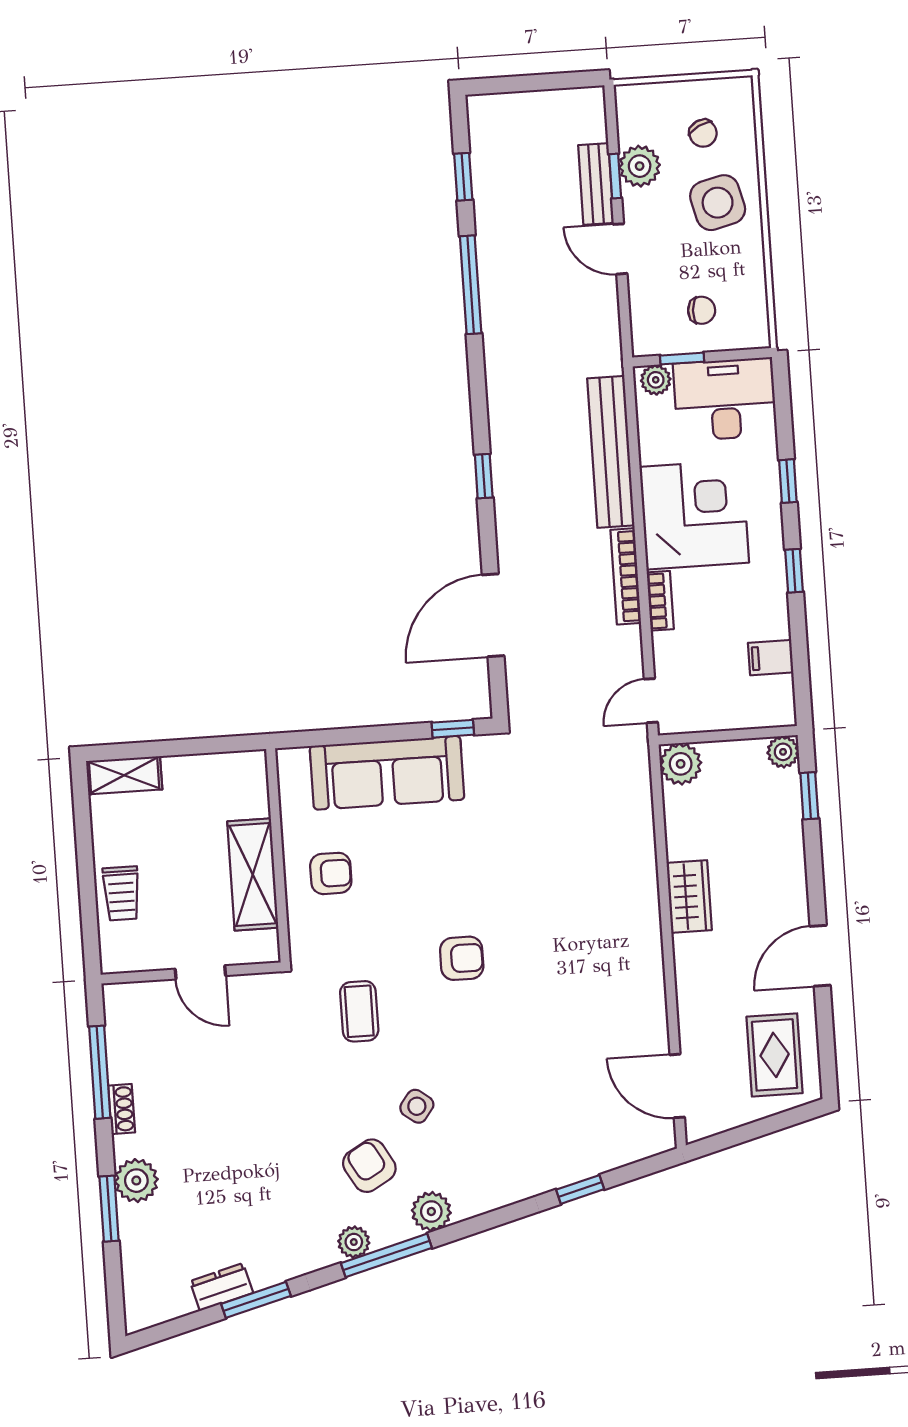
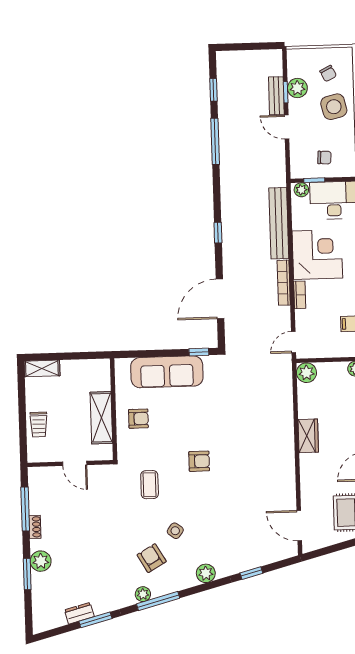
plant: (431, 1211) -> (206, 573), moved

